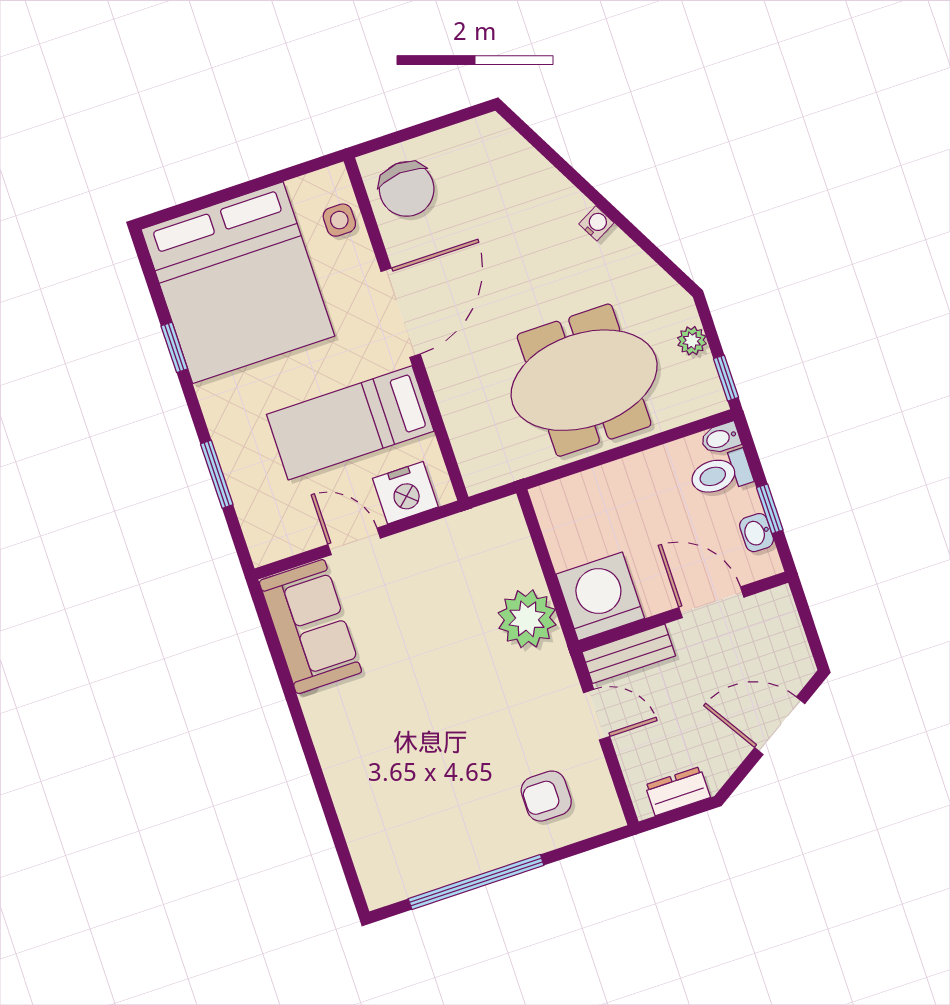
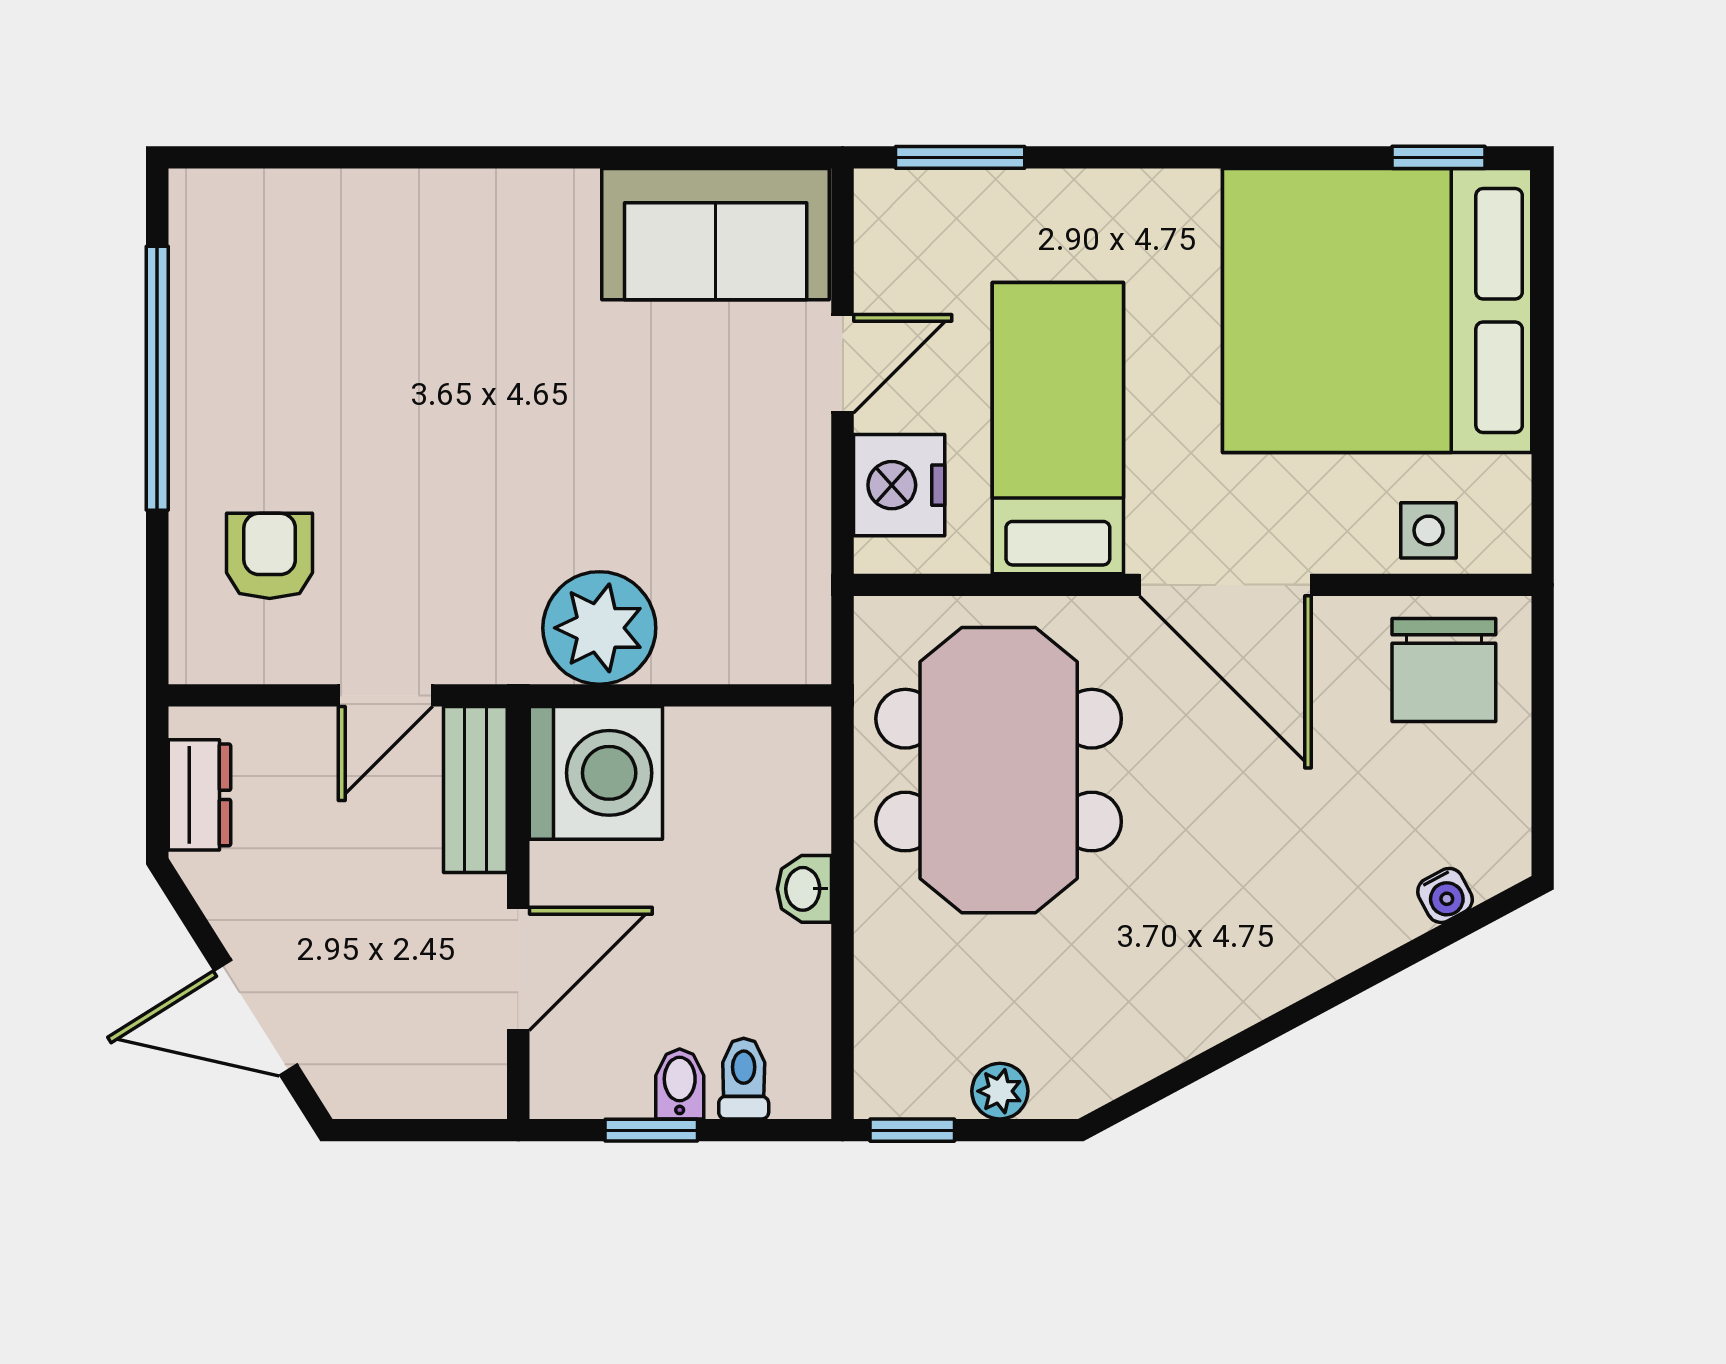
chair: (407, 189) -> (1444, 670), turned -86
water cooler: (596, 223) -> (1445, 895), moved
window: (174, 347) -> (1439, 157), moved
meeting table: (584, 380) -> (999, 770), moved
bidet: (720, 438) -> (680, 1084), moved
window: (217, 474) -> (960, 157), moved
toilet: (721, 474) -> (744, 1079), width x0.73, depth x0.72
washbasin: (757, 533) -> (804, 889), moved, turned -90
door: (780, 726) -> (256, 1018), swing flipped

